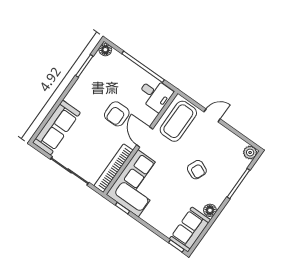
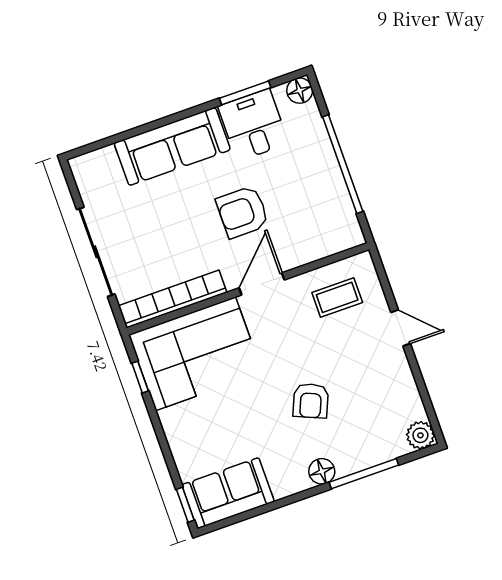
desk: (155, 94) -> (253, 125), moved, turned 180
coffee table: (178, 121) -> (337, 297), width x0.54, depth x0.58
sofa: (56, 128) -> (172, 146), moved
floor lamp: (210, 210) -> (322, 471), moved

